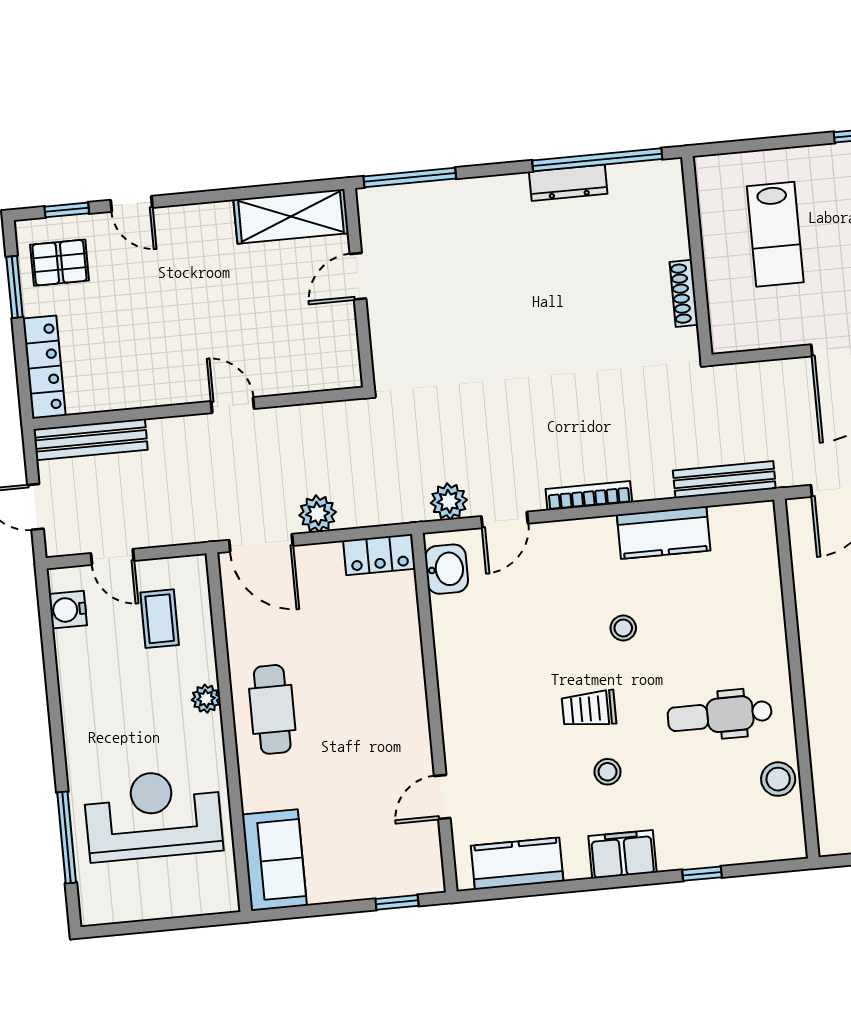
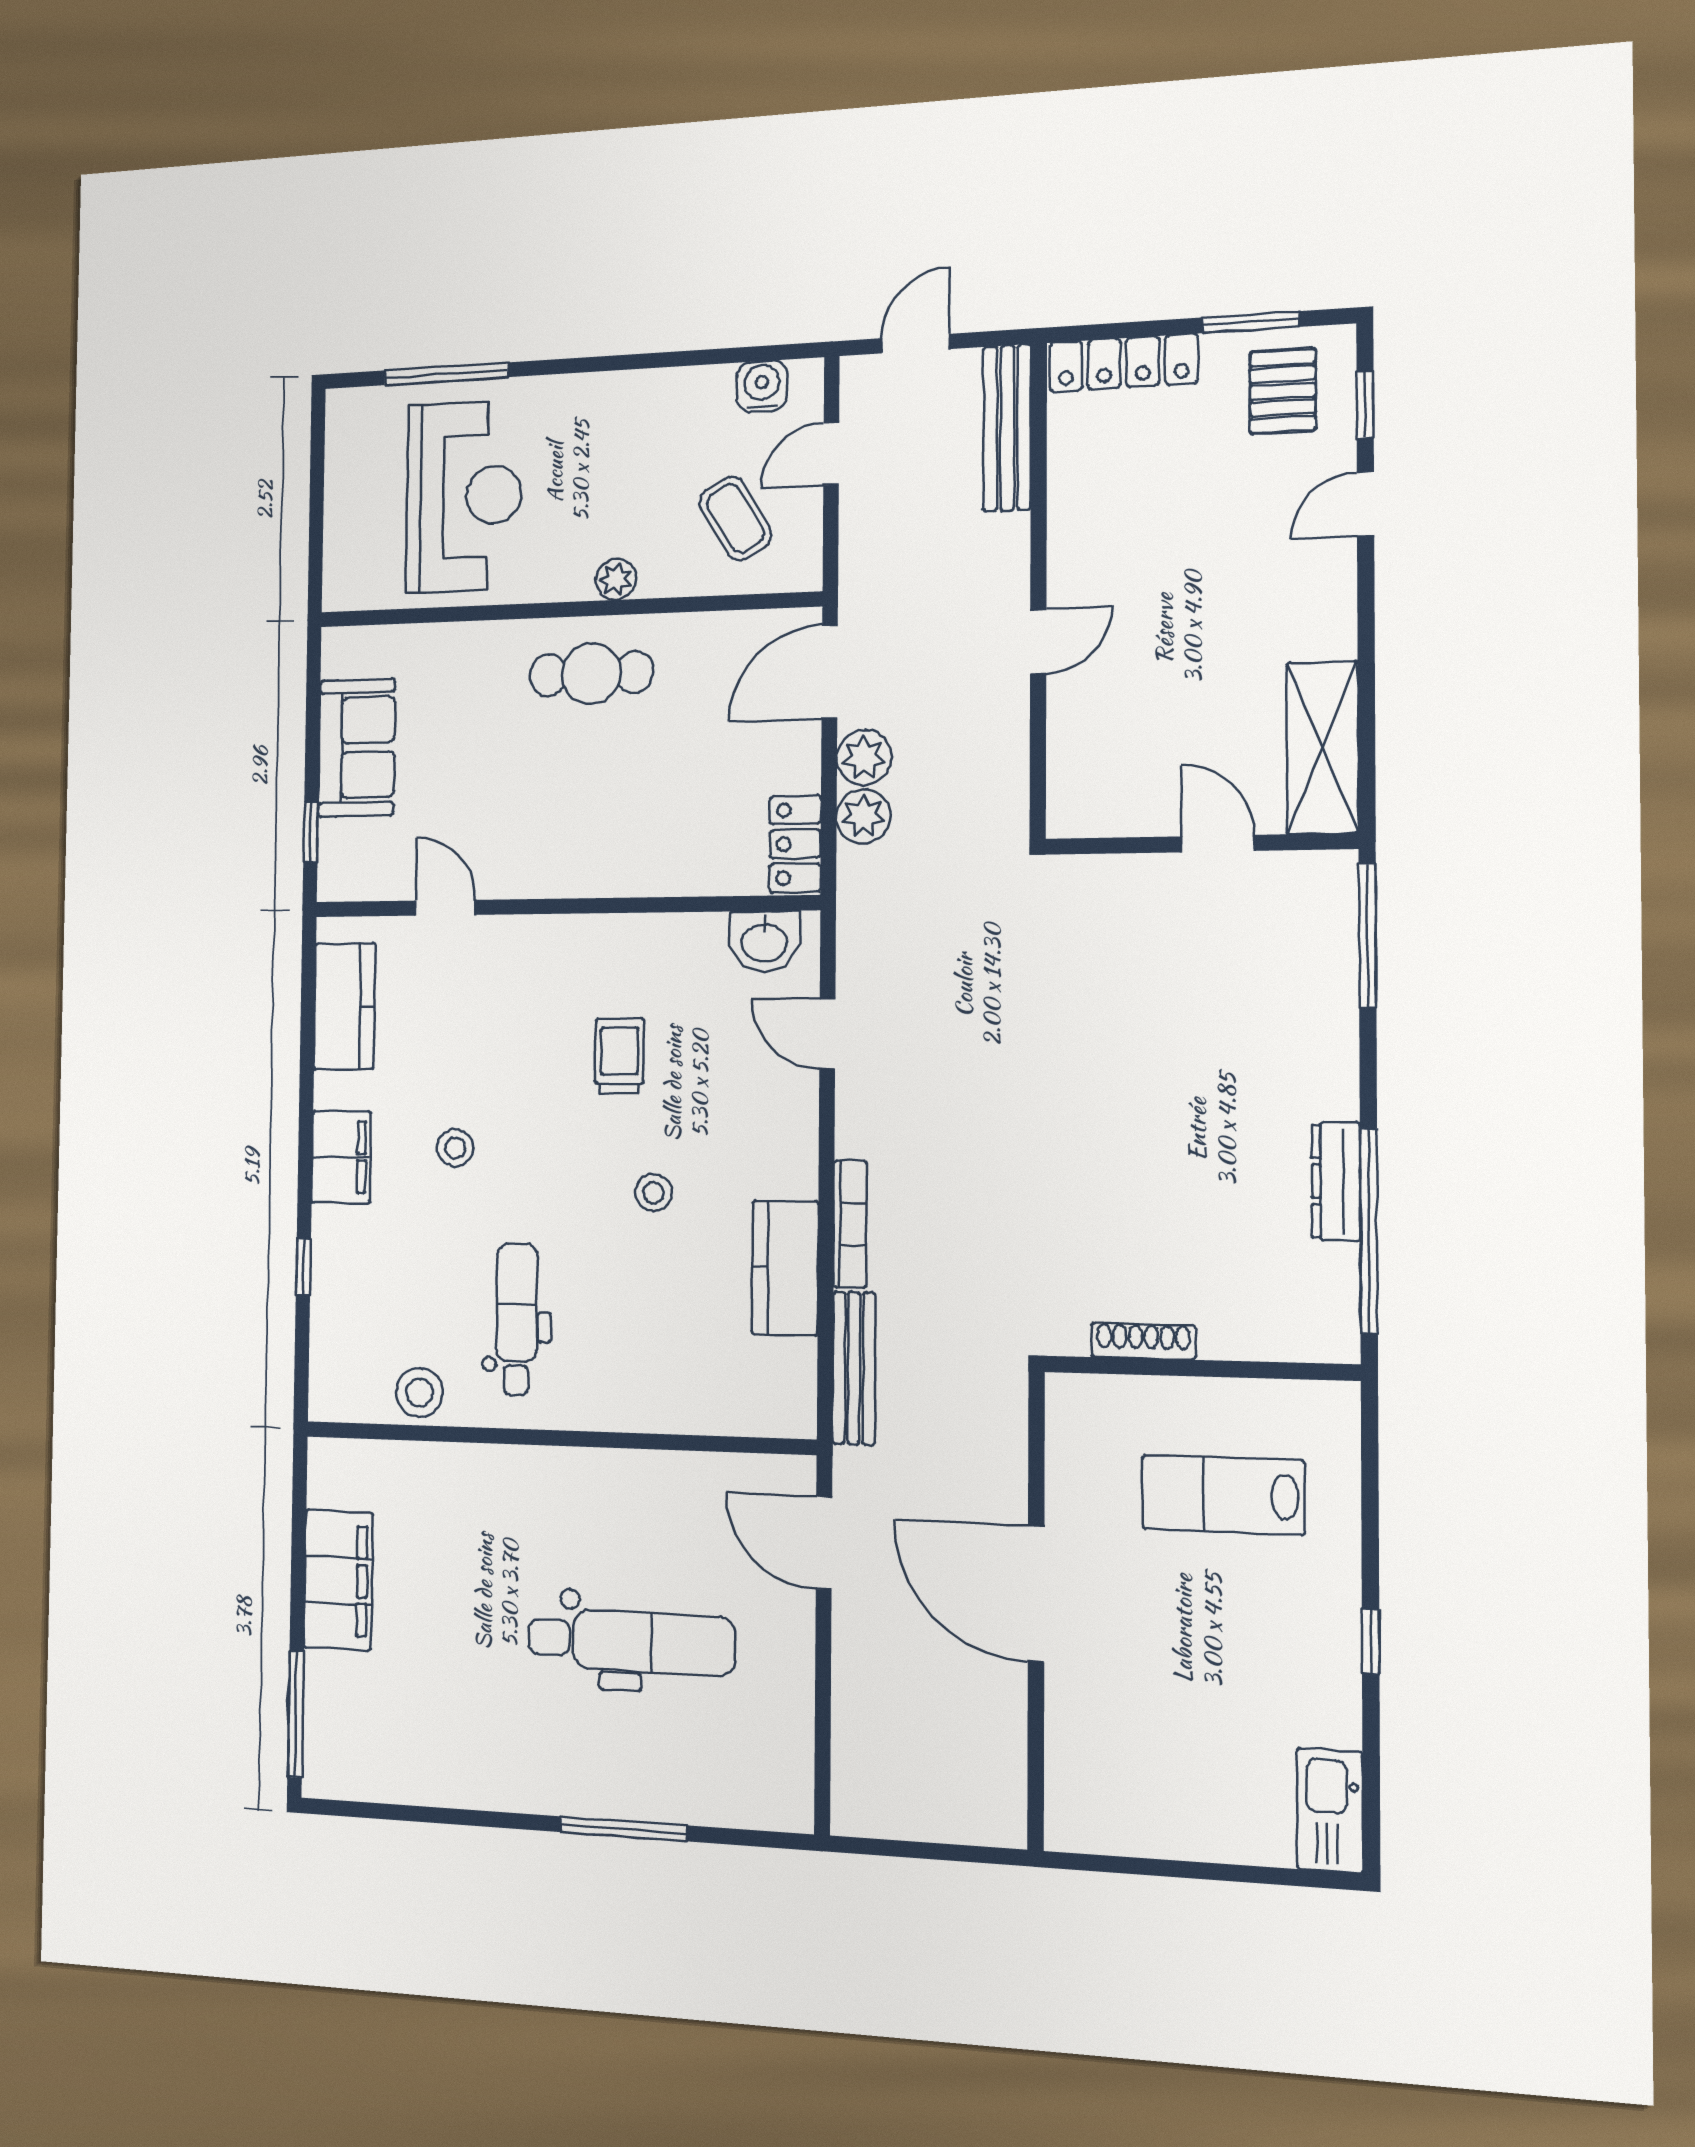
bookcase: (589, 496) -> (850, 1224), moved
plant: (449, 501) -> (863, 816), moved
coffee table: (160, 619) -> (736, 518), turned 59
trolley: (589, 709) -> (620, 1056), moved
sofa: (274, 860) -> (357, 748), moved, turned -90

